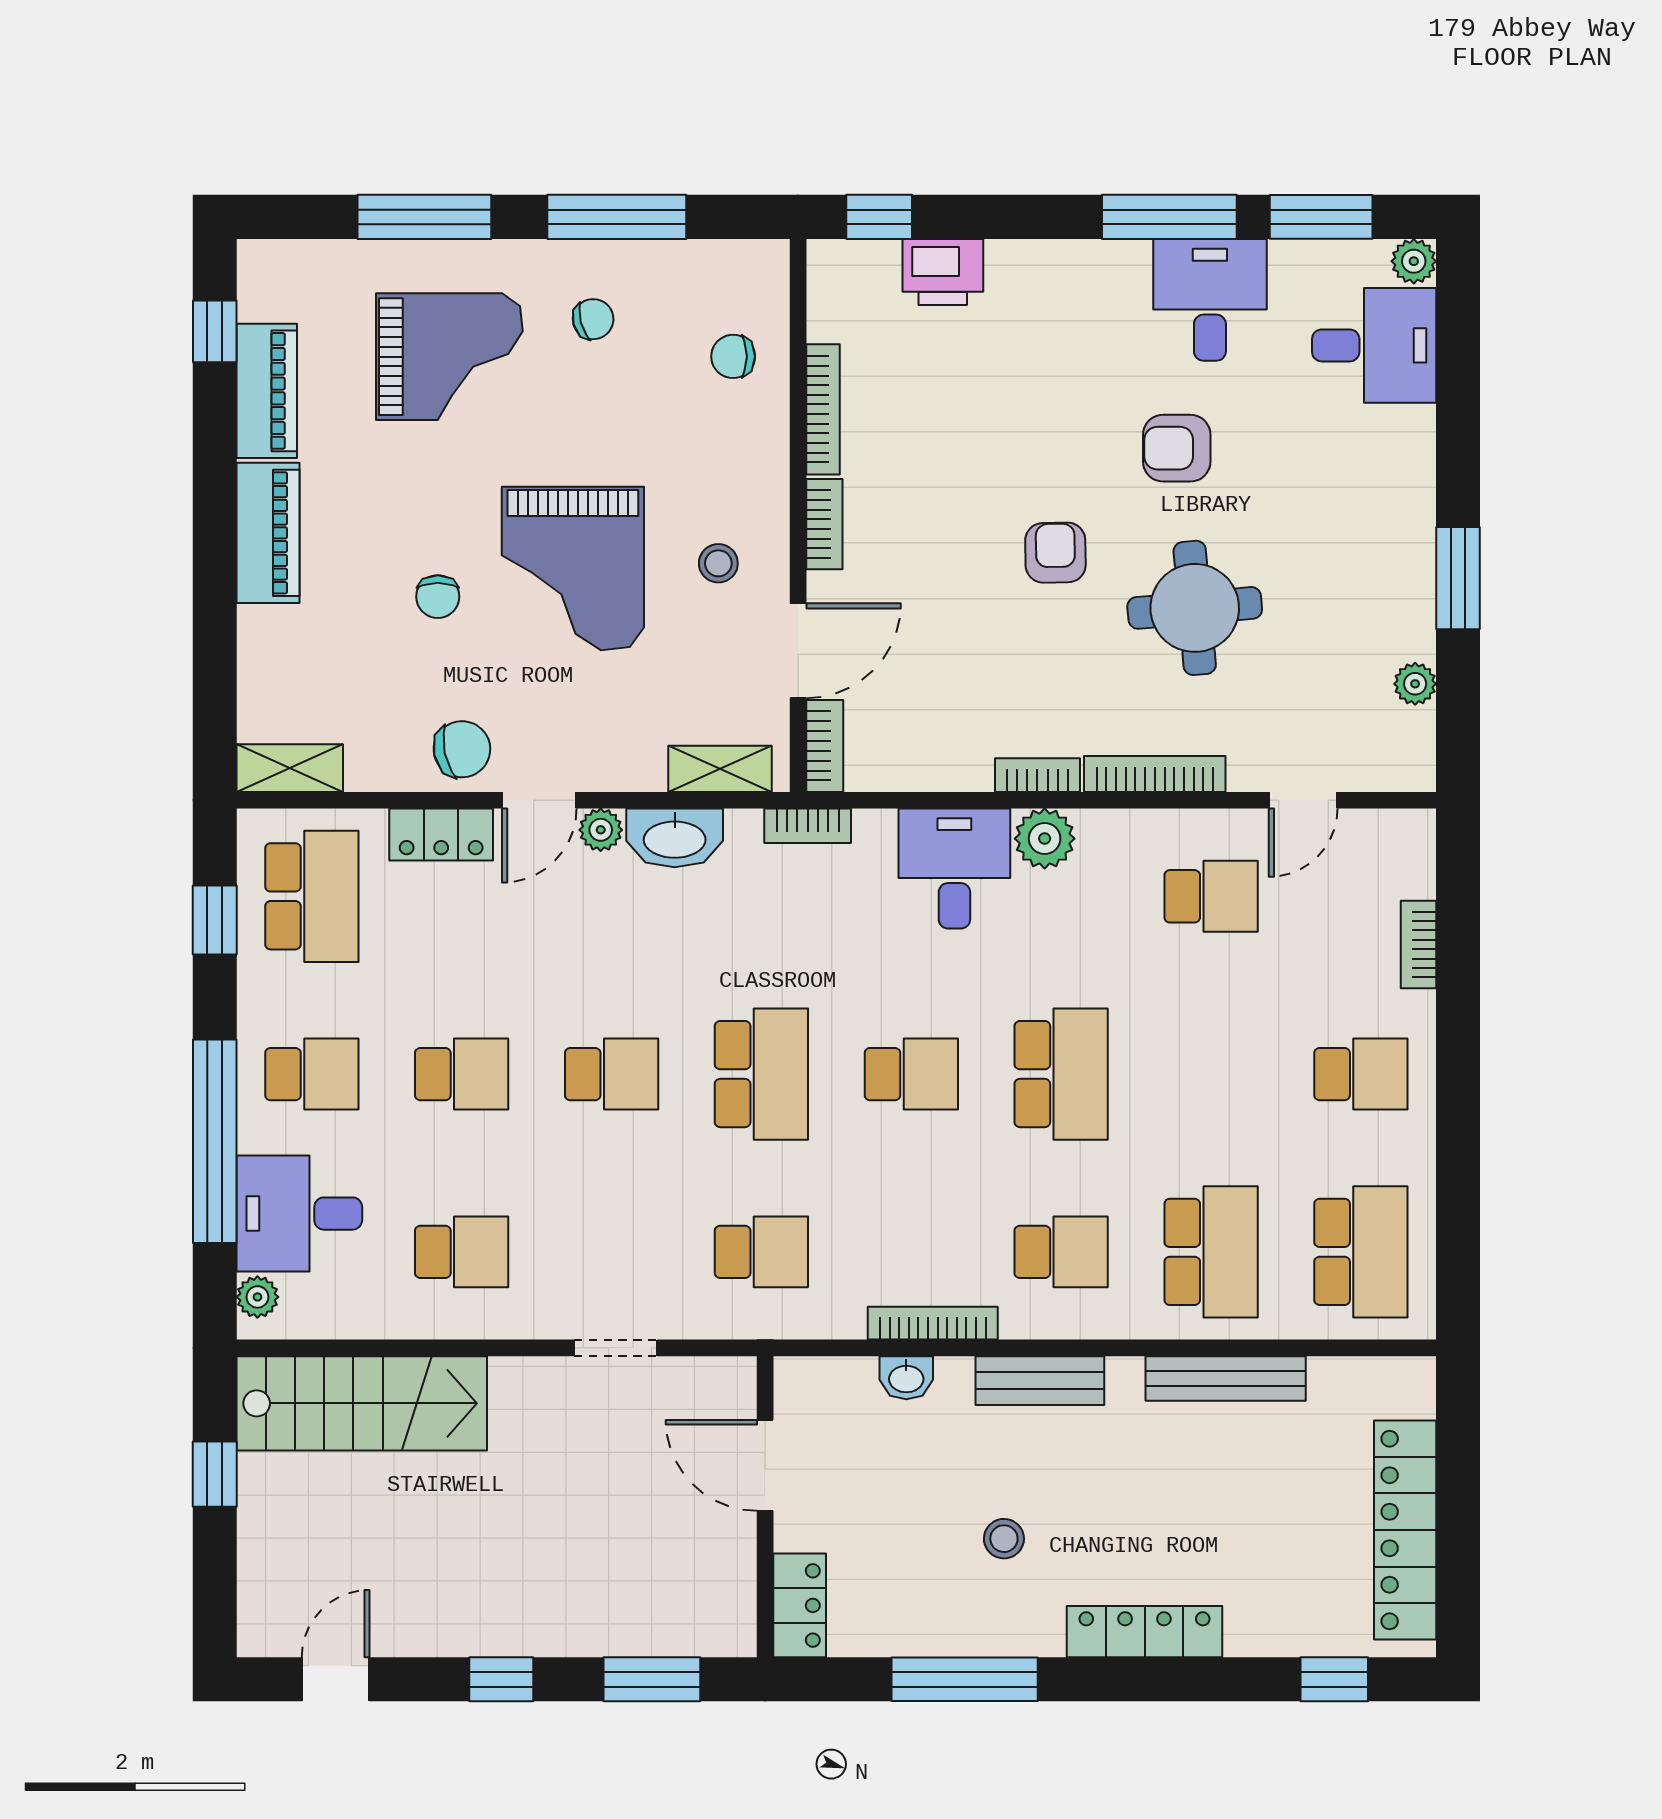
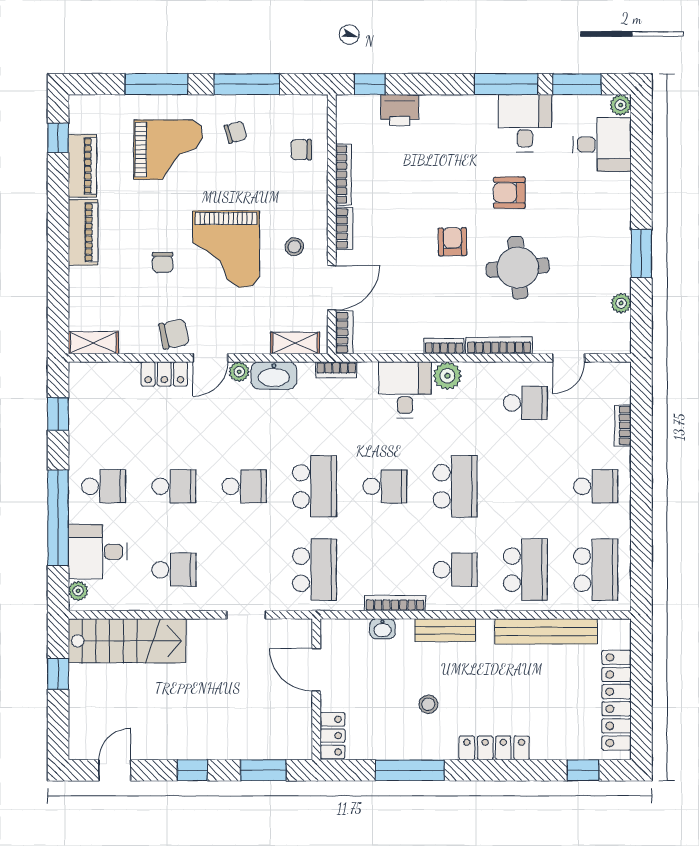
school desk: (312, 896) -> (104, 403), removed
school desk: (761, 1252) -> (315, 570), width x1.85
bench: (1226, 1379) -> (546, 631), width x1.37, depth x1.21

